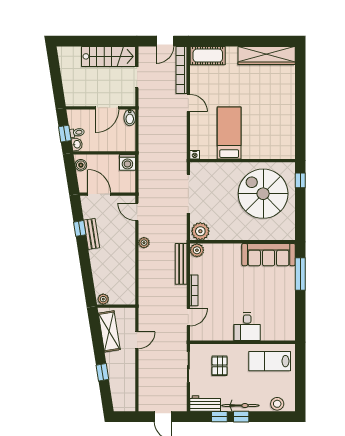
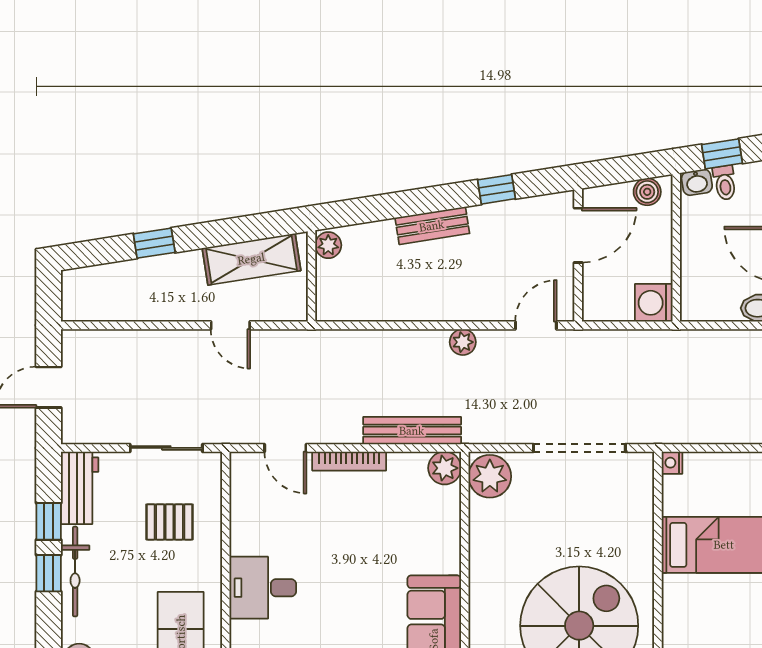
bench: (92, 234) -> (432, 226), moved

